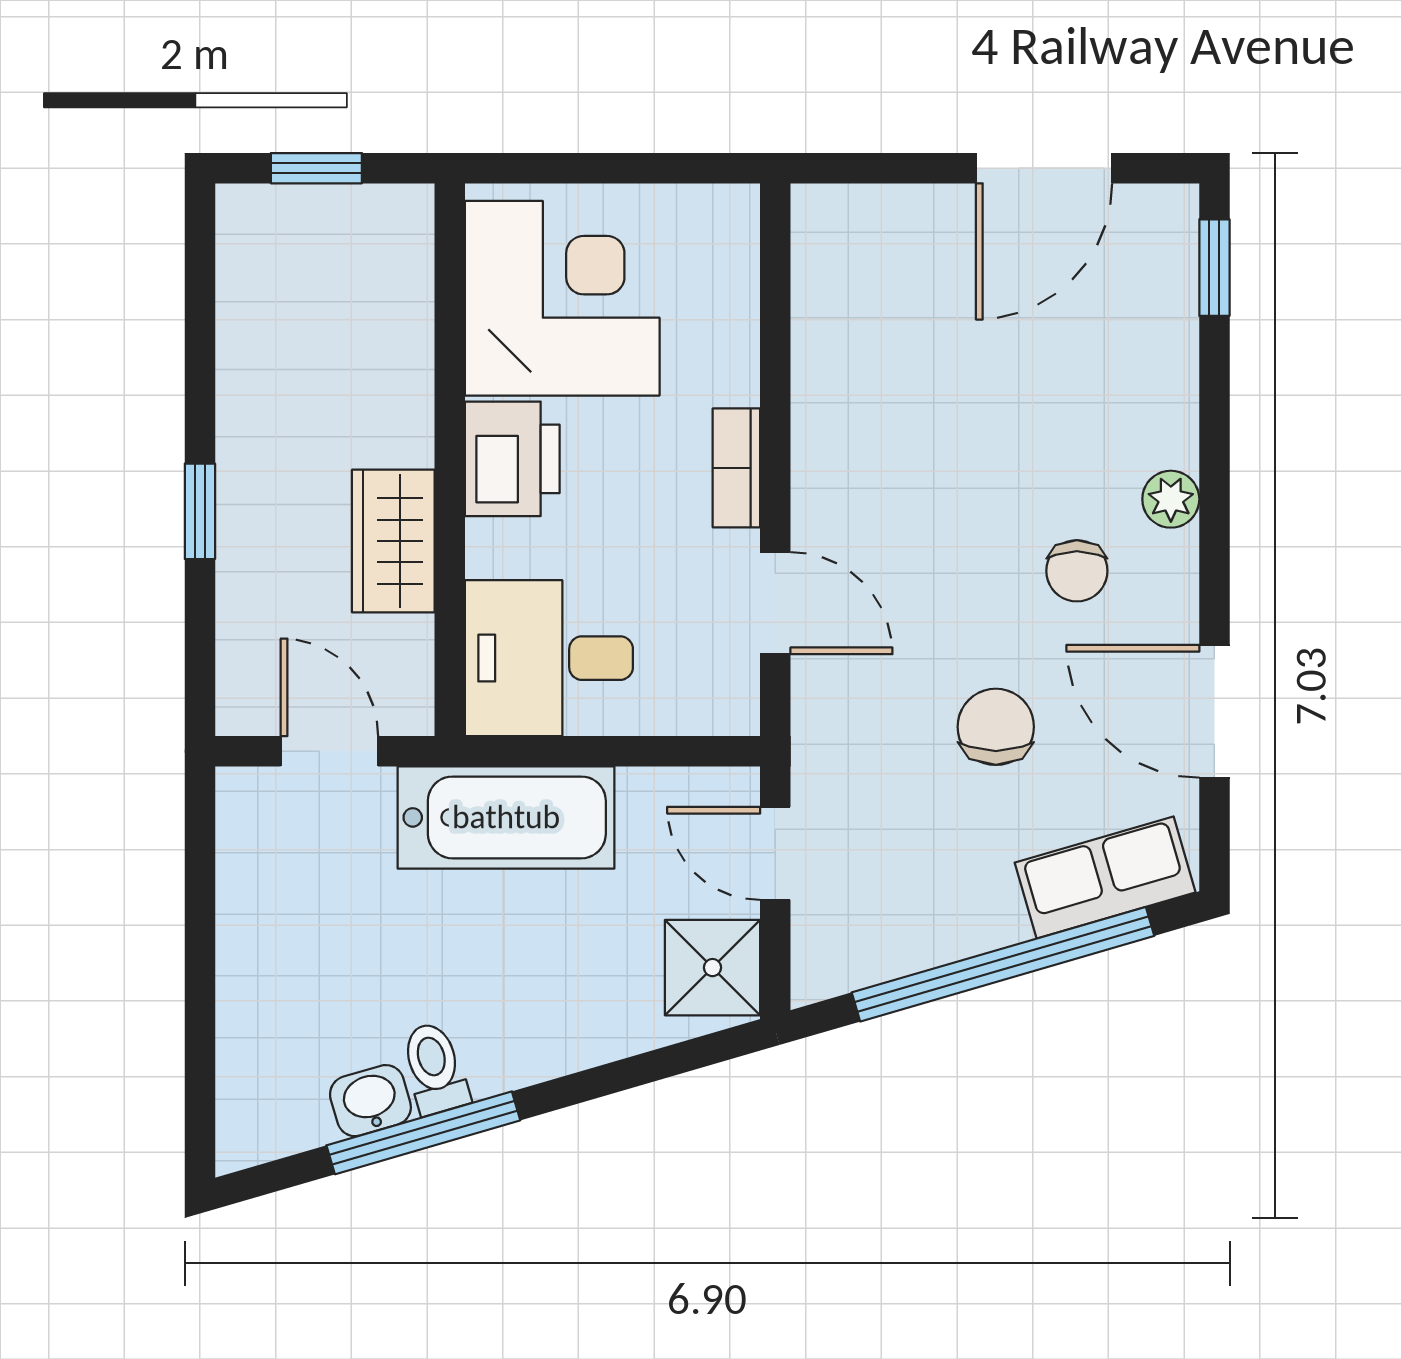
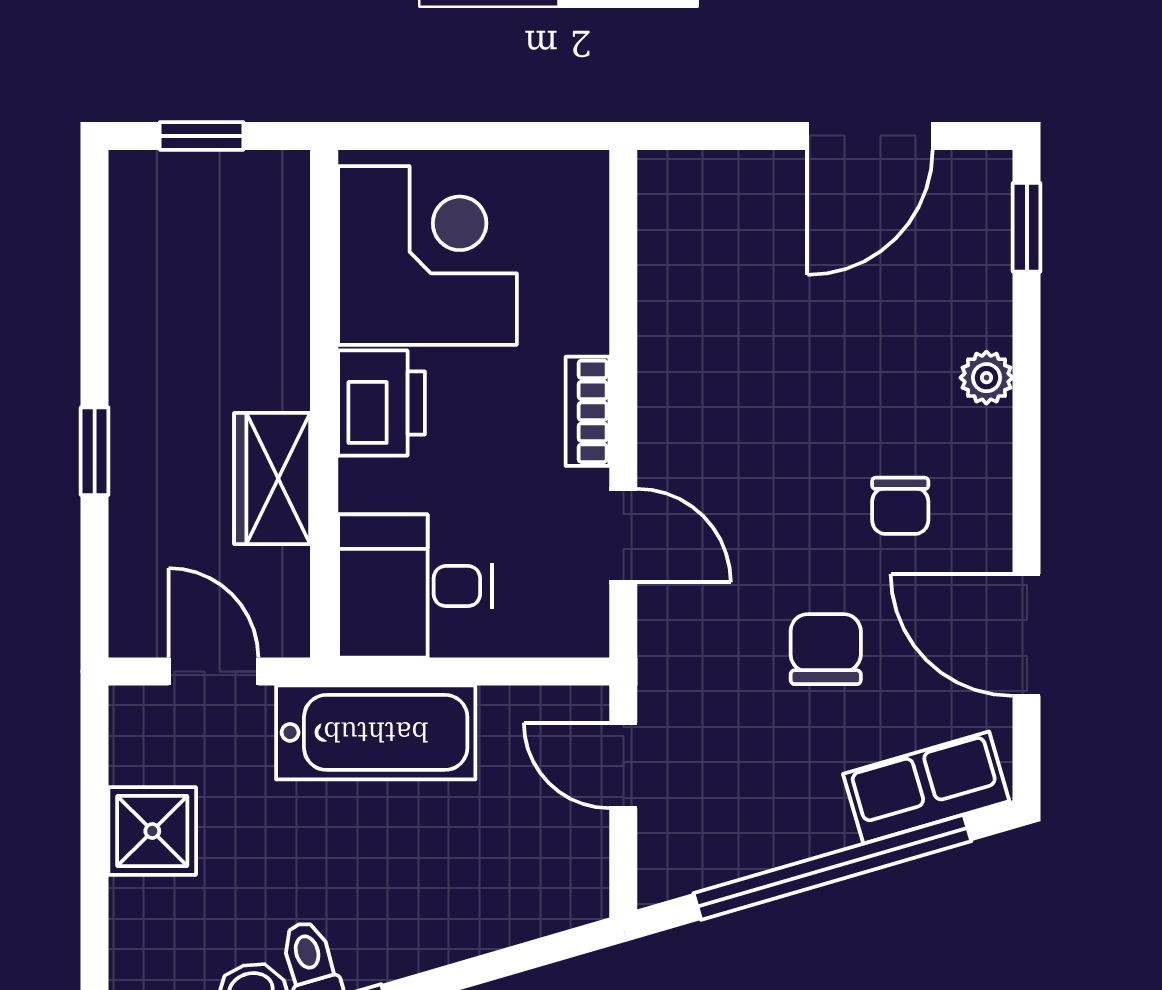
plant: (1171, 499) -> (986, 378), moved
shower: (712, 968) -> (152, 831), moved

